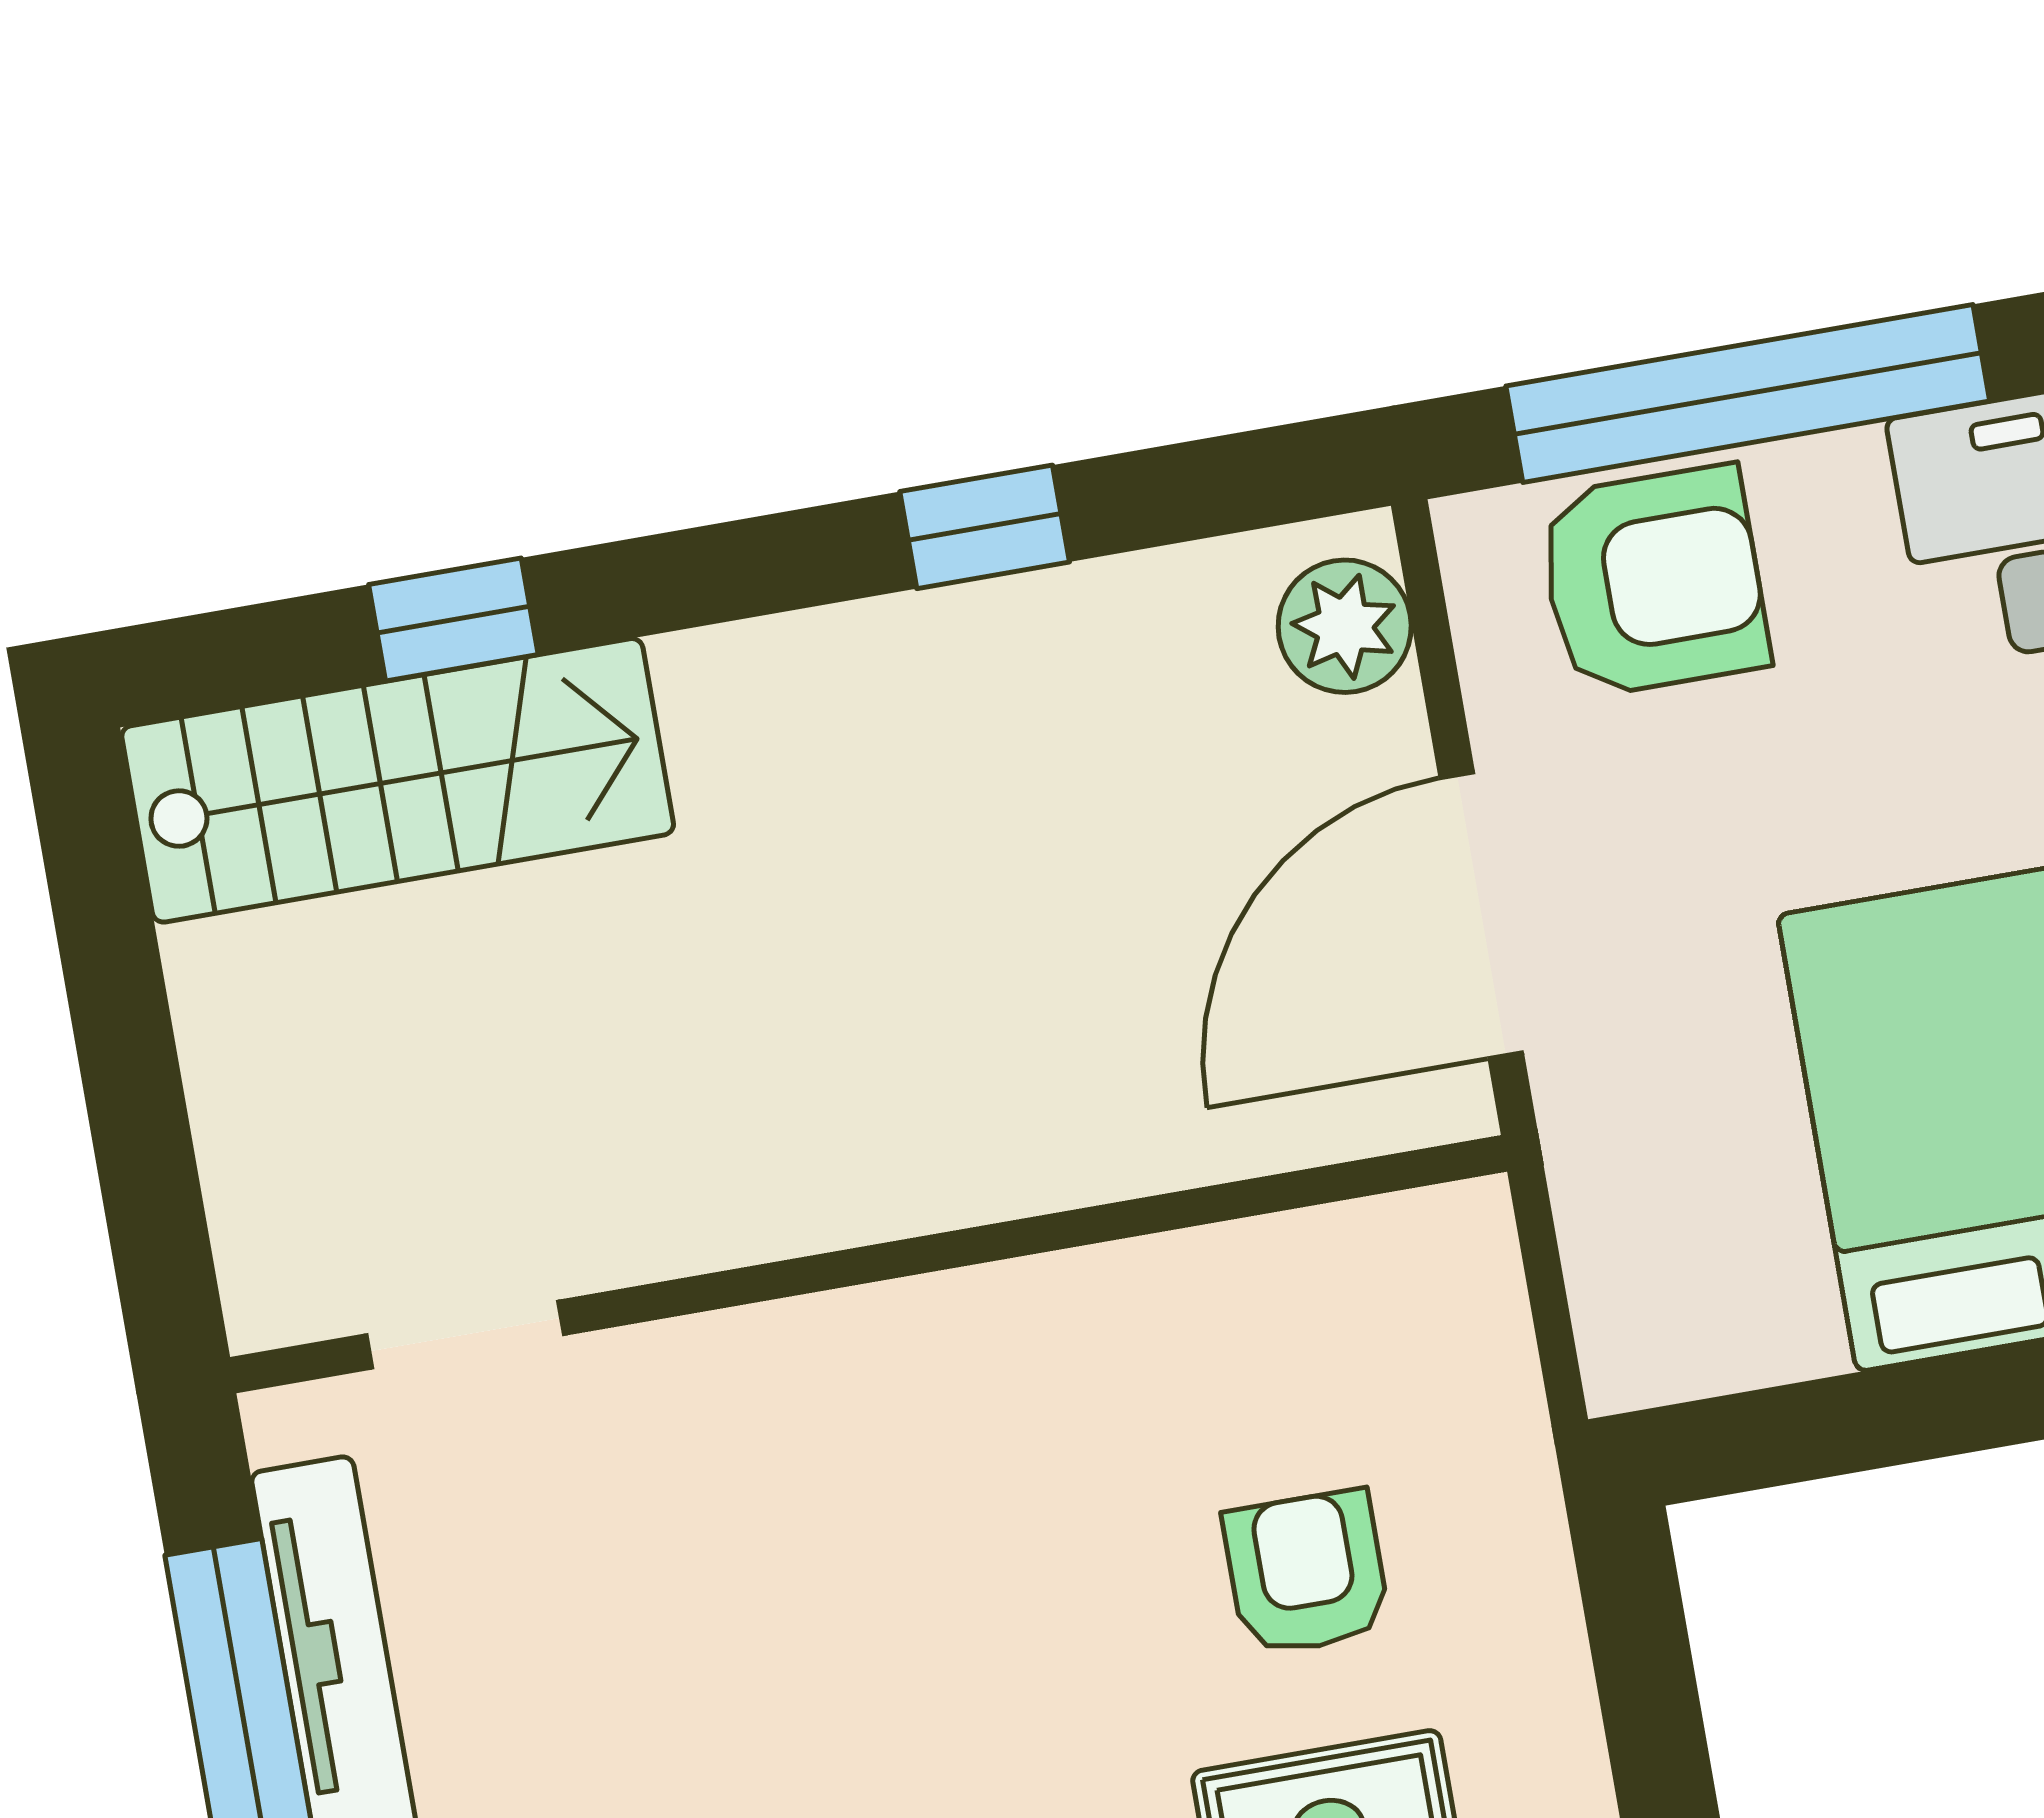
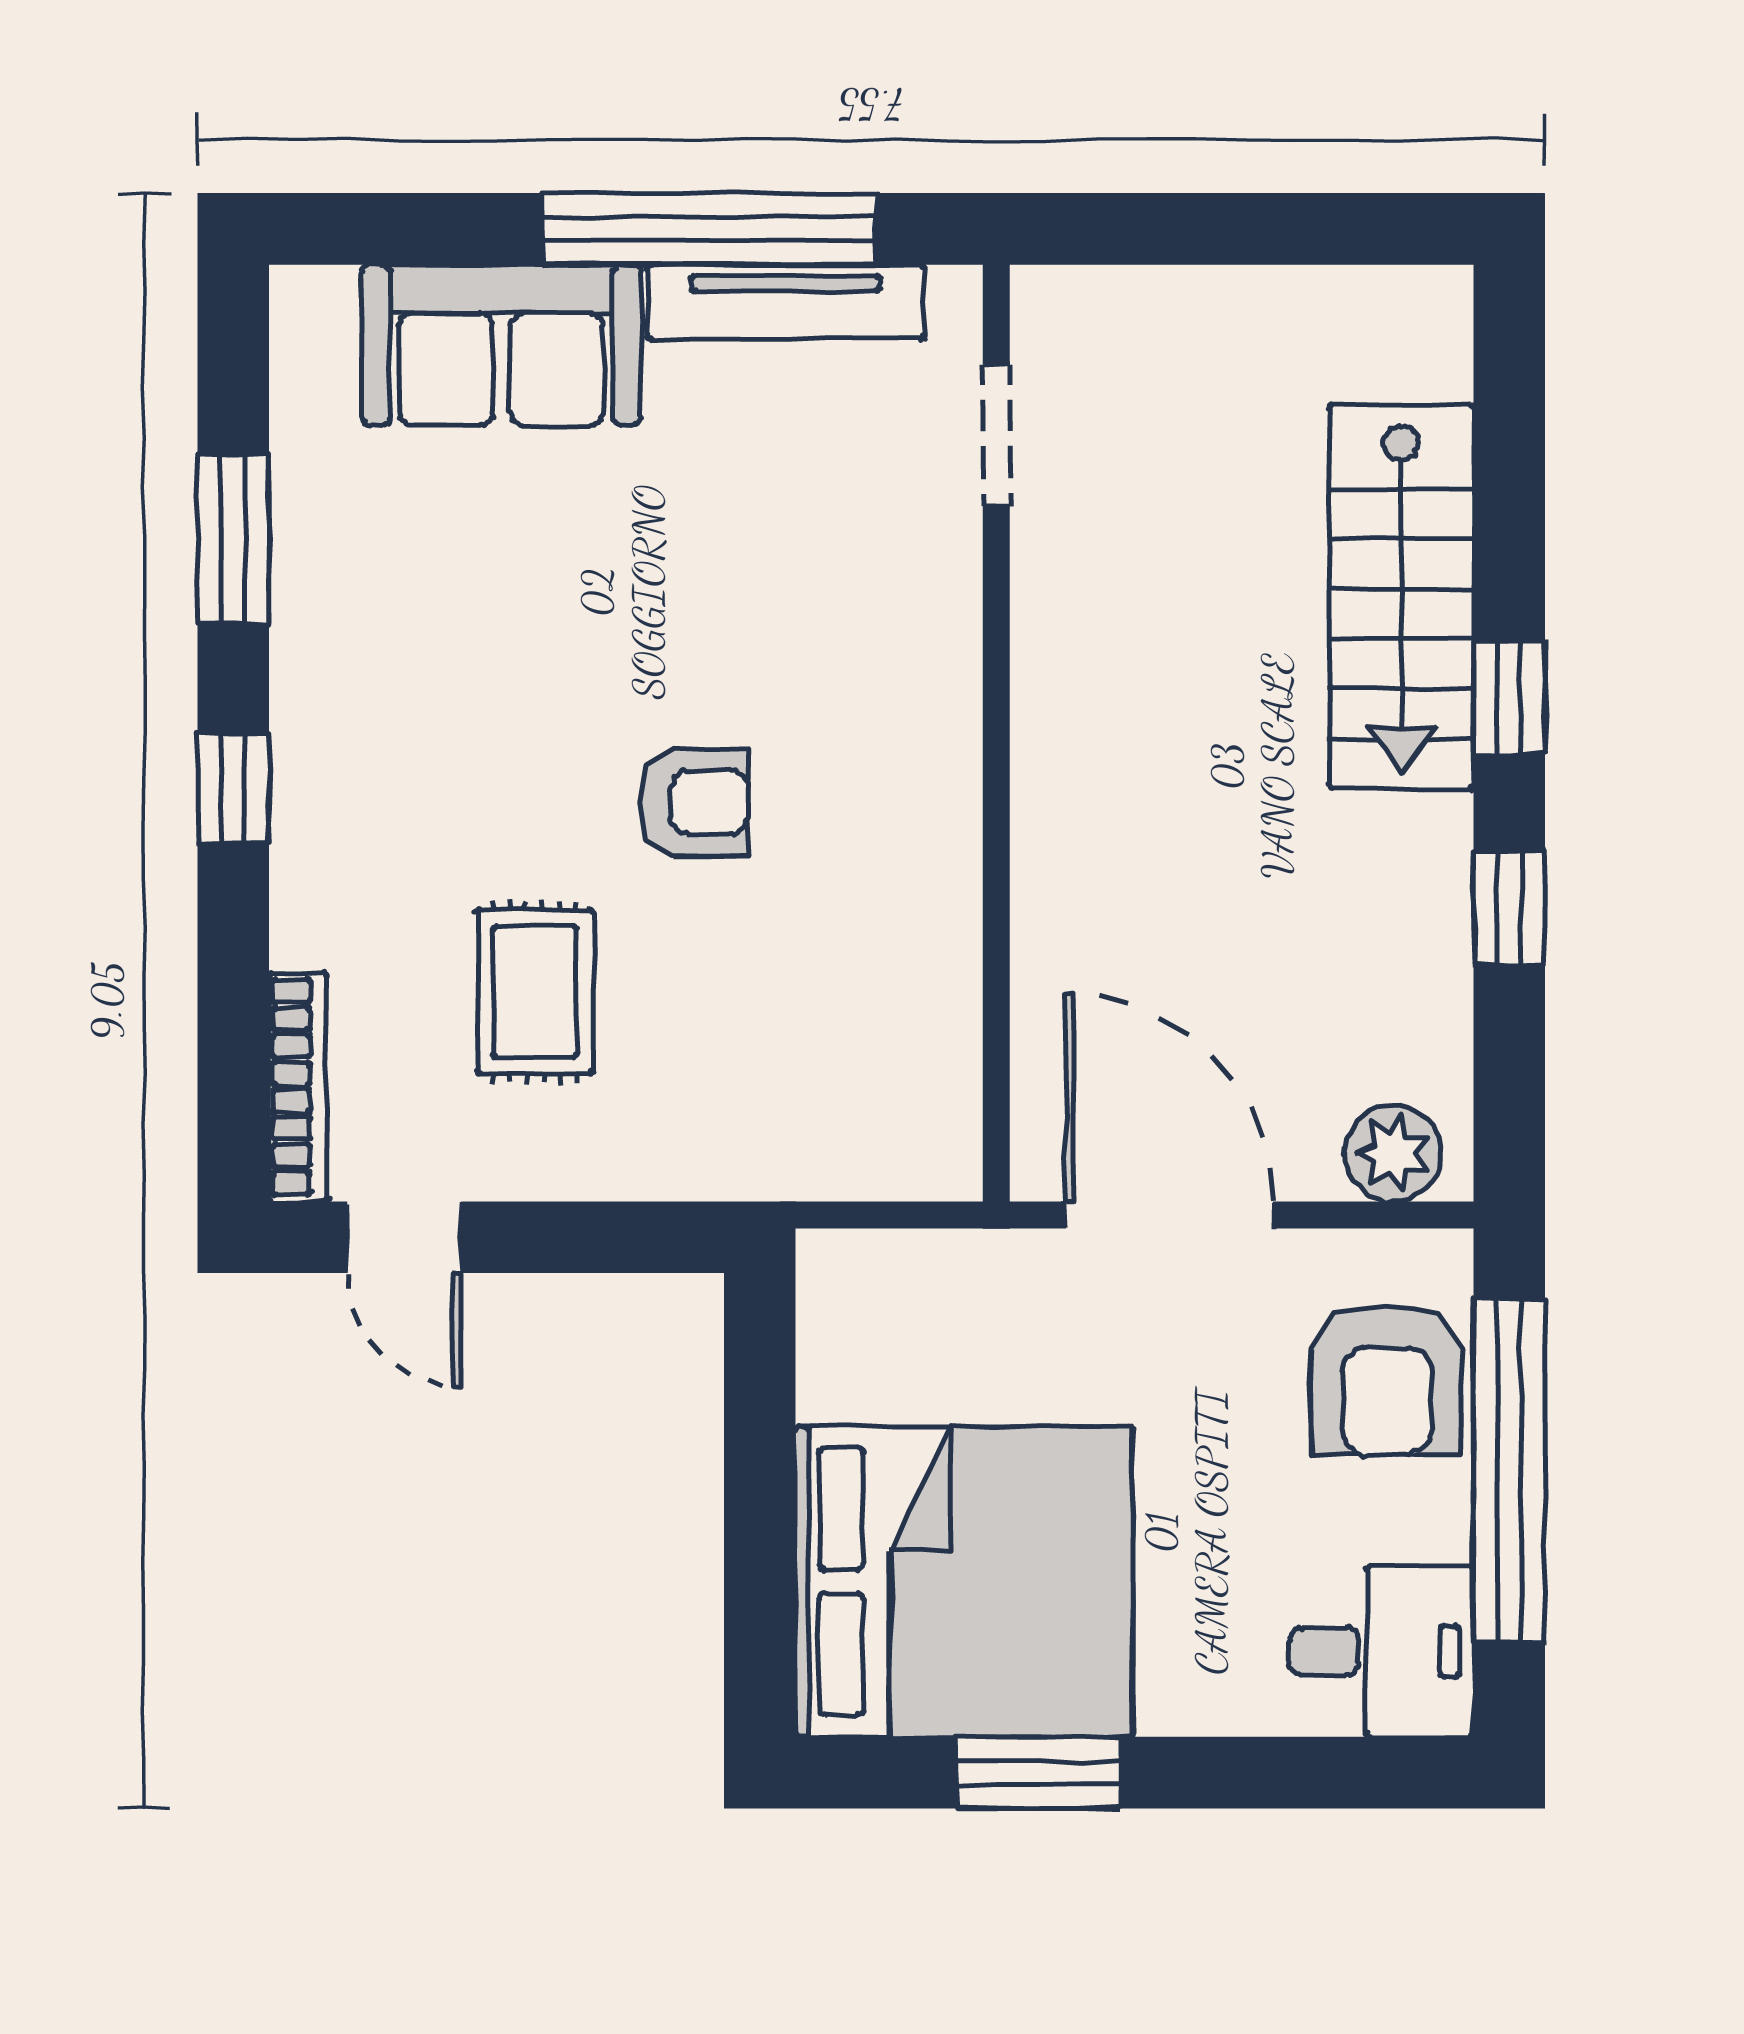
window: (453, 619) -> (1509, 698), moved
stairs: (398, 780) -> (1401, 597), moved
armchair: (1307, 1573) -> (694, 803), moved

